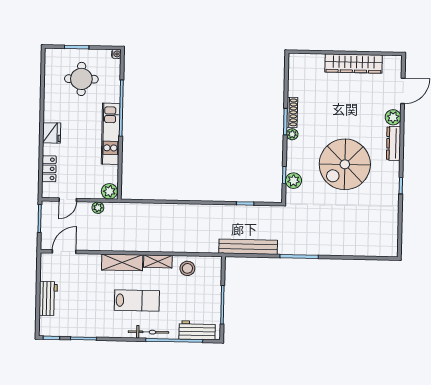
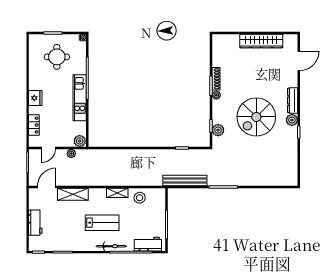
plant: (393, 117) -> (292, 120), moved
shelving: (122, 262) -> (73, 194), moved

